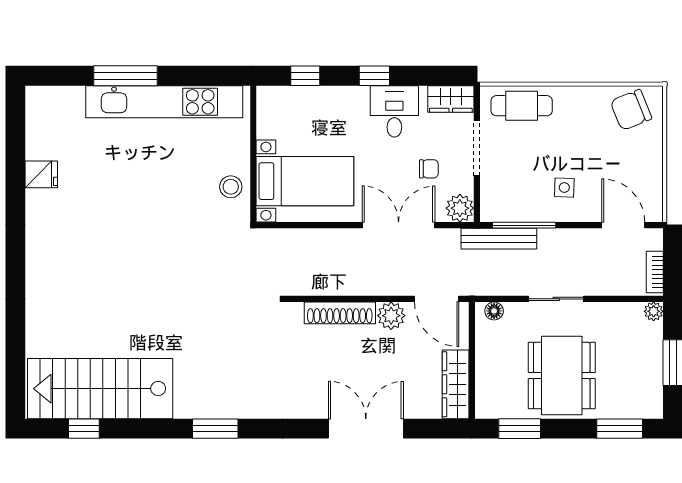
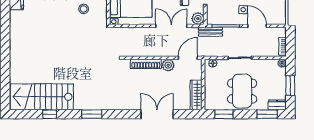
stool: (231, 187) -> (84, 9), moved
door: (623, 225) -> (257, 26), moved
bench: (499, 239) -> (210, 32), width x0.73
door: (437, 299) -> (188, 58), swing flipped
dresser: (642, 407) -> (277, 105), added
window: (84, 429) -> (50, 114), moved

